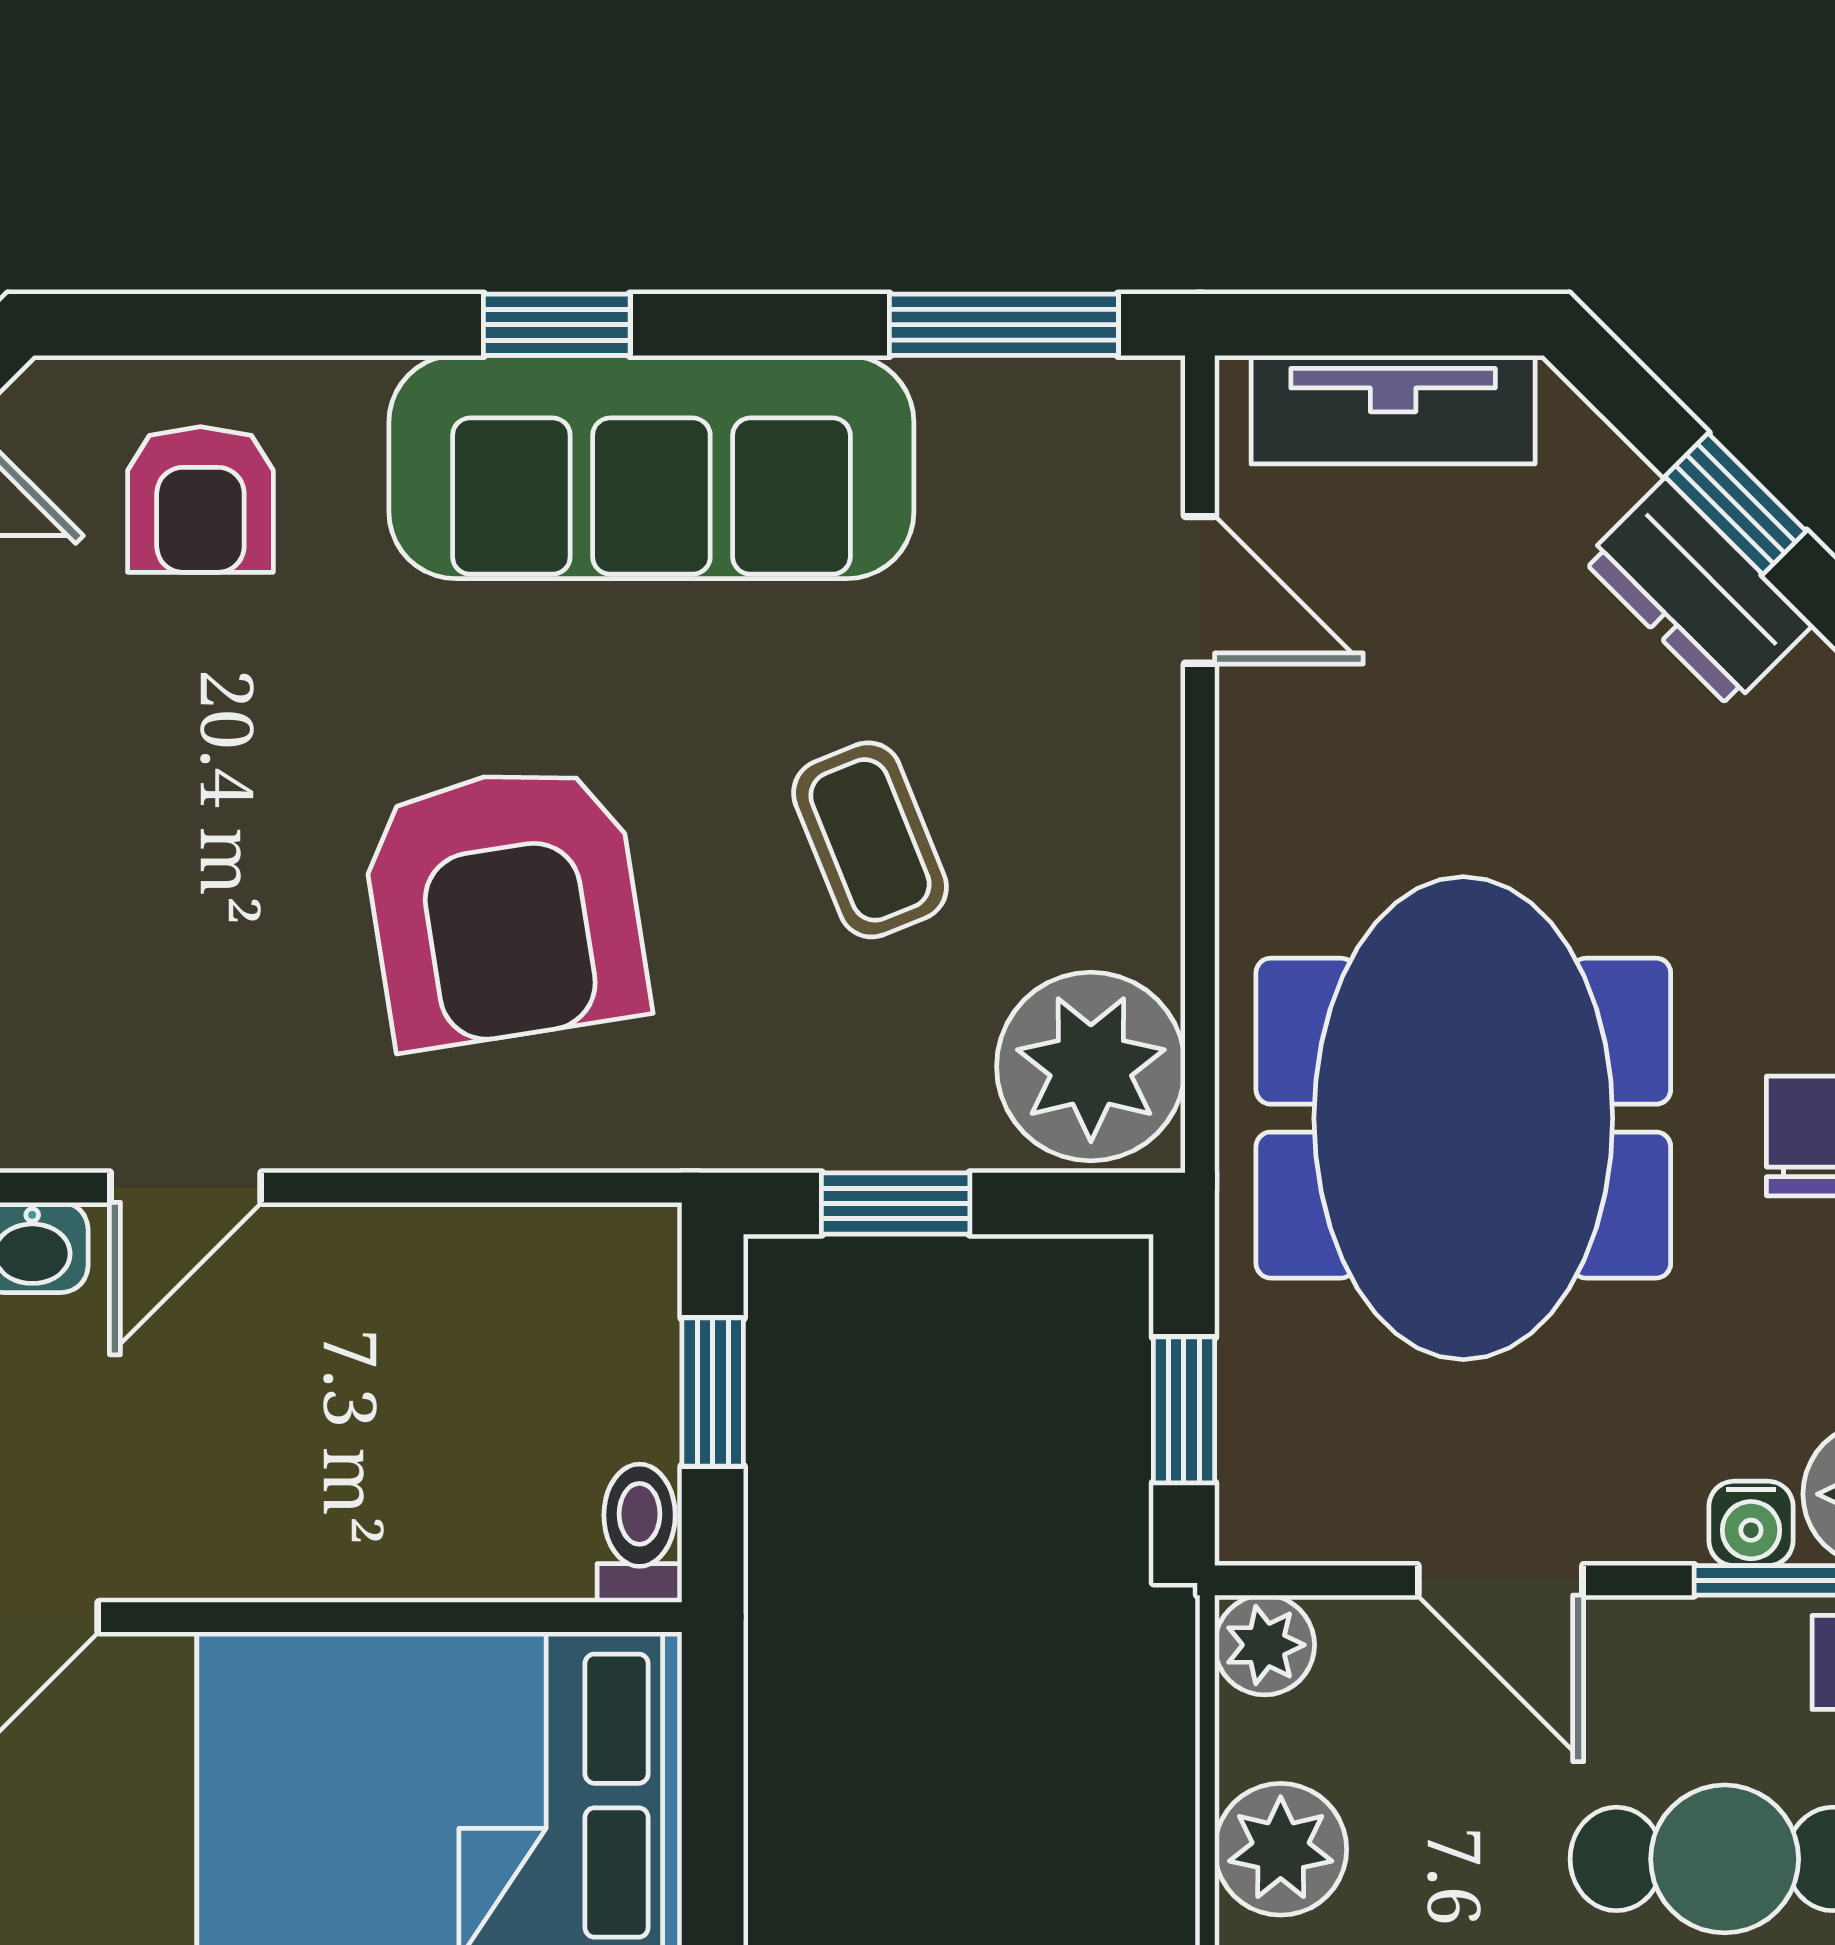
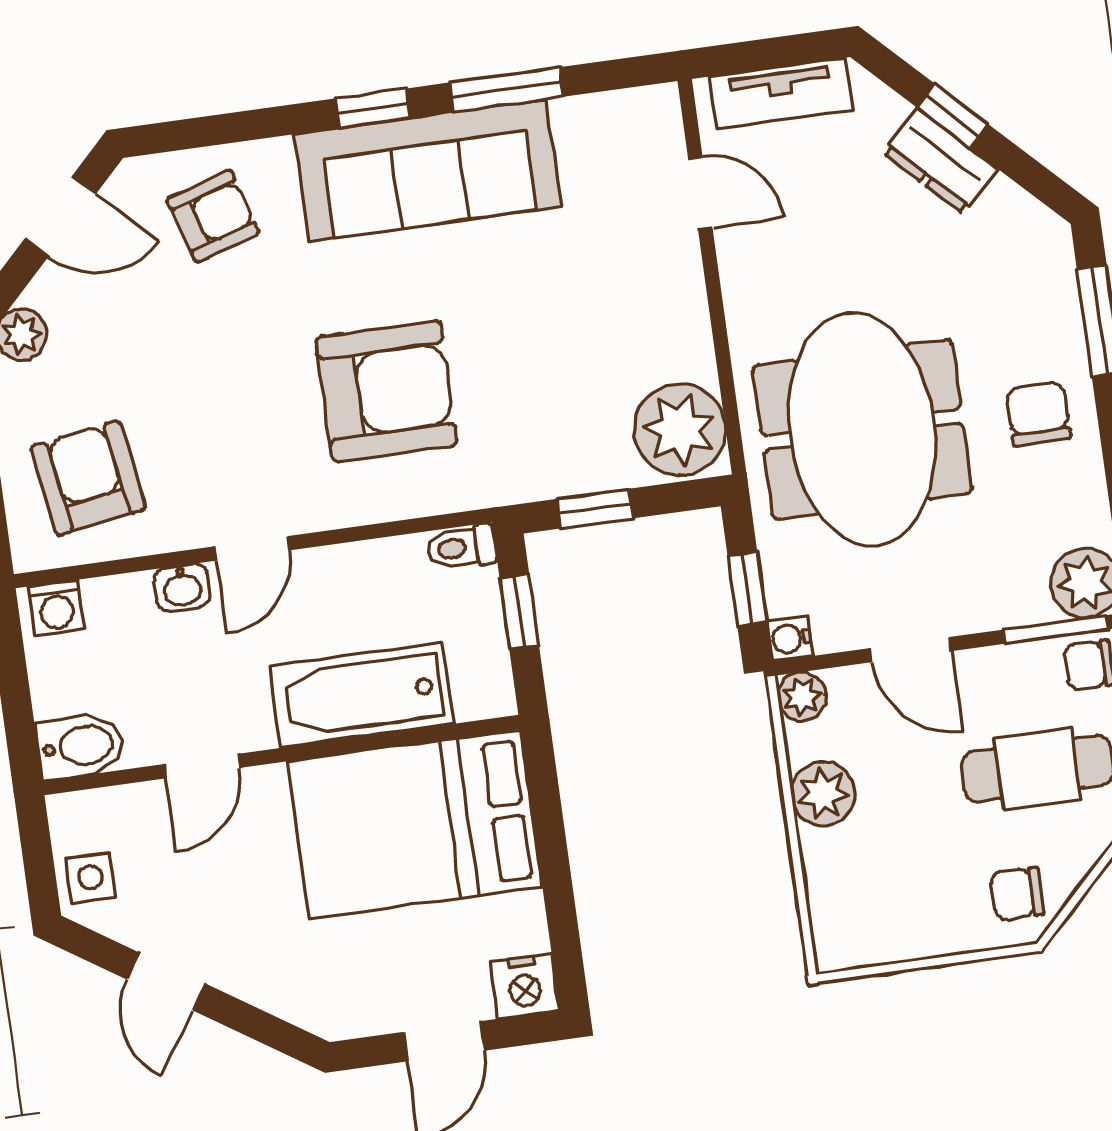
window: (1004, 325) -> (507, 90), moved
armchair: (200, 499) -> (213, 216), turned -107
coffee table: (870, 840) -> (558, 335), removed
armchair: (504, 905) -> (387, 391), turned -81
bathtub: (368, 1518) -> (362, 695), added
water cooler: (1751, 1523) -> (790, 638), moved, turned 90
toilet: (640, 1533) -> (461, 547), moved, turned -90

